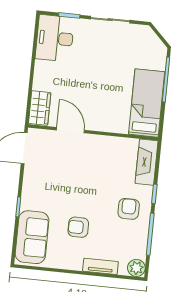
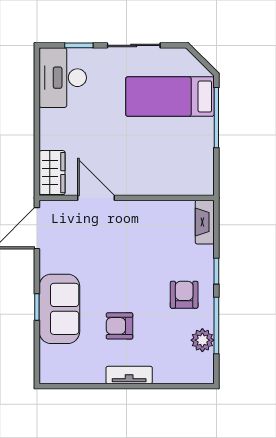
bed: (147, 103) -> (170, 97), moved, turned -90
fireplace: (147, 162) -> (205, 222), width x0.73, depth x0.76
sofa: (32, 237) -> (59, 309), moved
tv unit: (100, 266) -> (129, 375), moved
plant: (136, 268) -> (202, 340), moved

